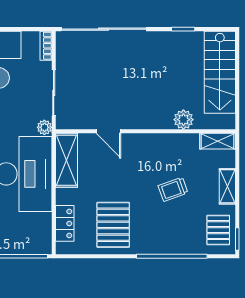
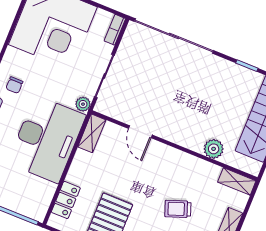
shelving: (66, 160) -> (92, 133), width x0.67, depth x0.75

